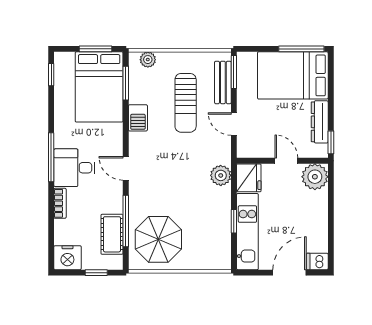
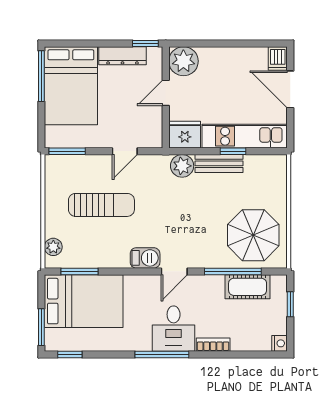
window: (96, 49) -> (41, 327), moved
bench: (223, 82) -> (219, 163), moved
barbecue: (138, 118) -> (145, 258), moved
nightstand: (67, 258) -> (280, 343), width x0.53, depth x0.56

